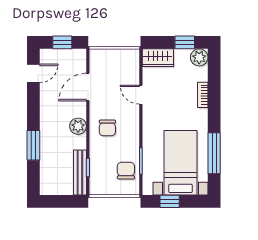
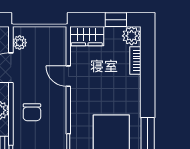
plant: (96, 64) -> (20, 43), added
bookcase: (203, 95) -> (135, 60), moved

